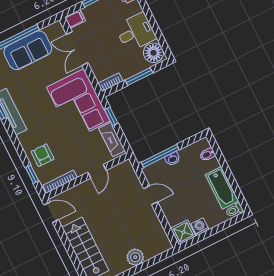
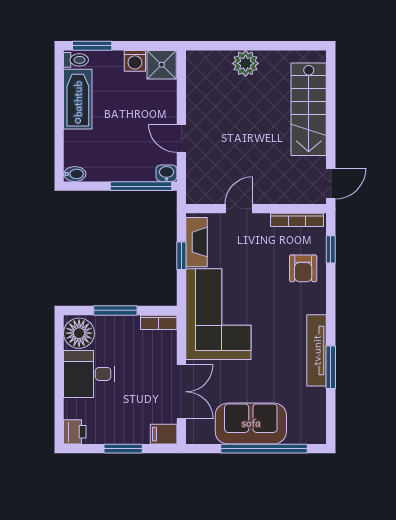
window: (111, 116) -> (181, 256), moved
bidet: (207, 154) -> (75, 174), moved
washbasin: (173, 159) -> (167, 173), moved
door: (51, 212) -> (331, 184), swing flipped
window: (229, 223) -> (92, 46), added

